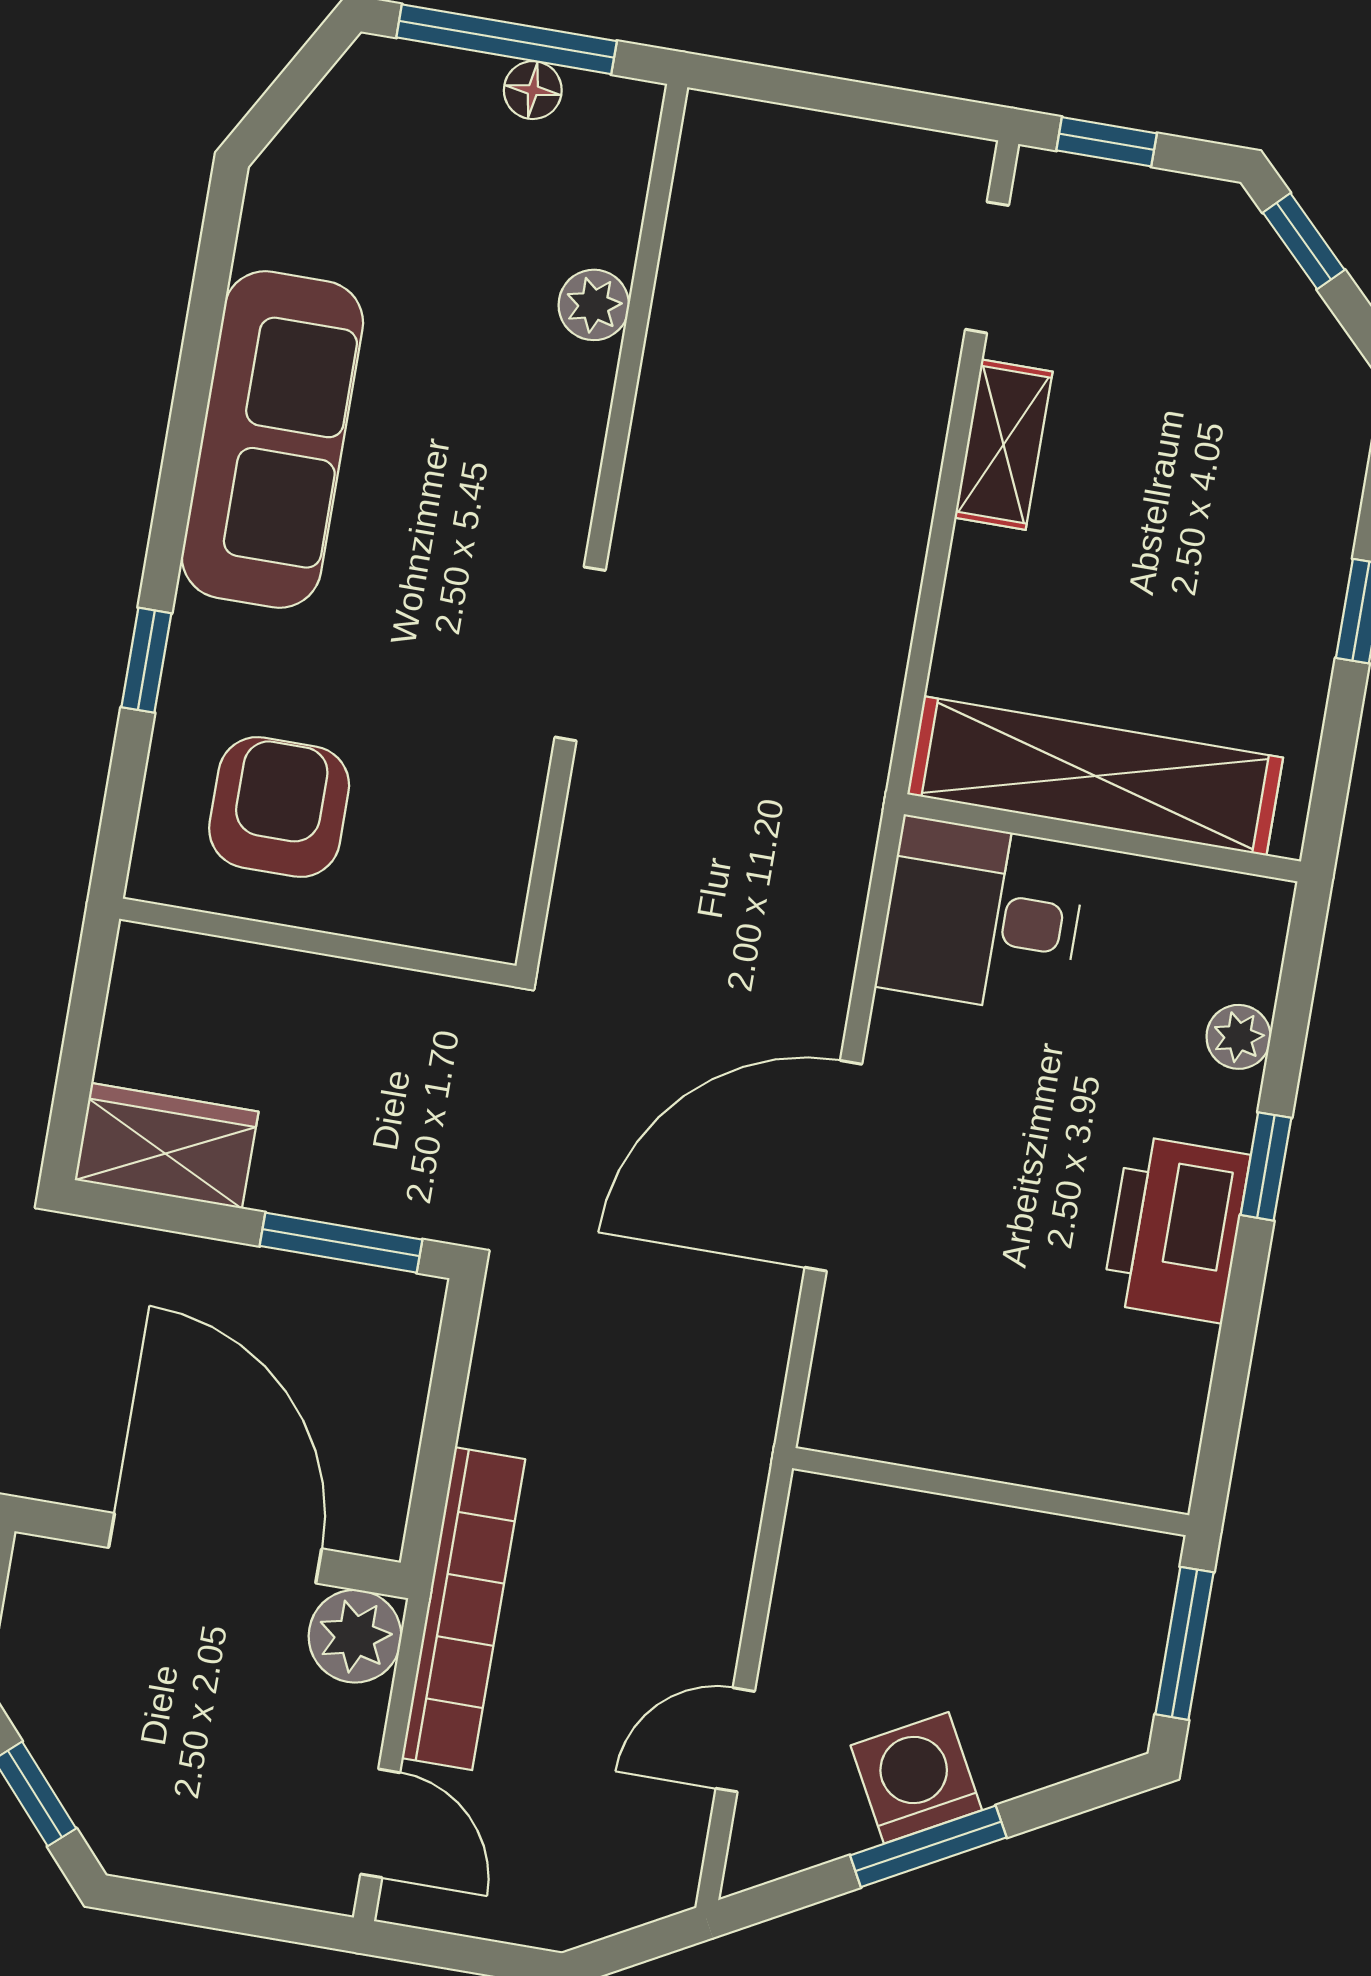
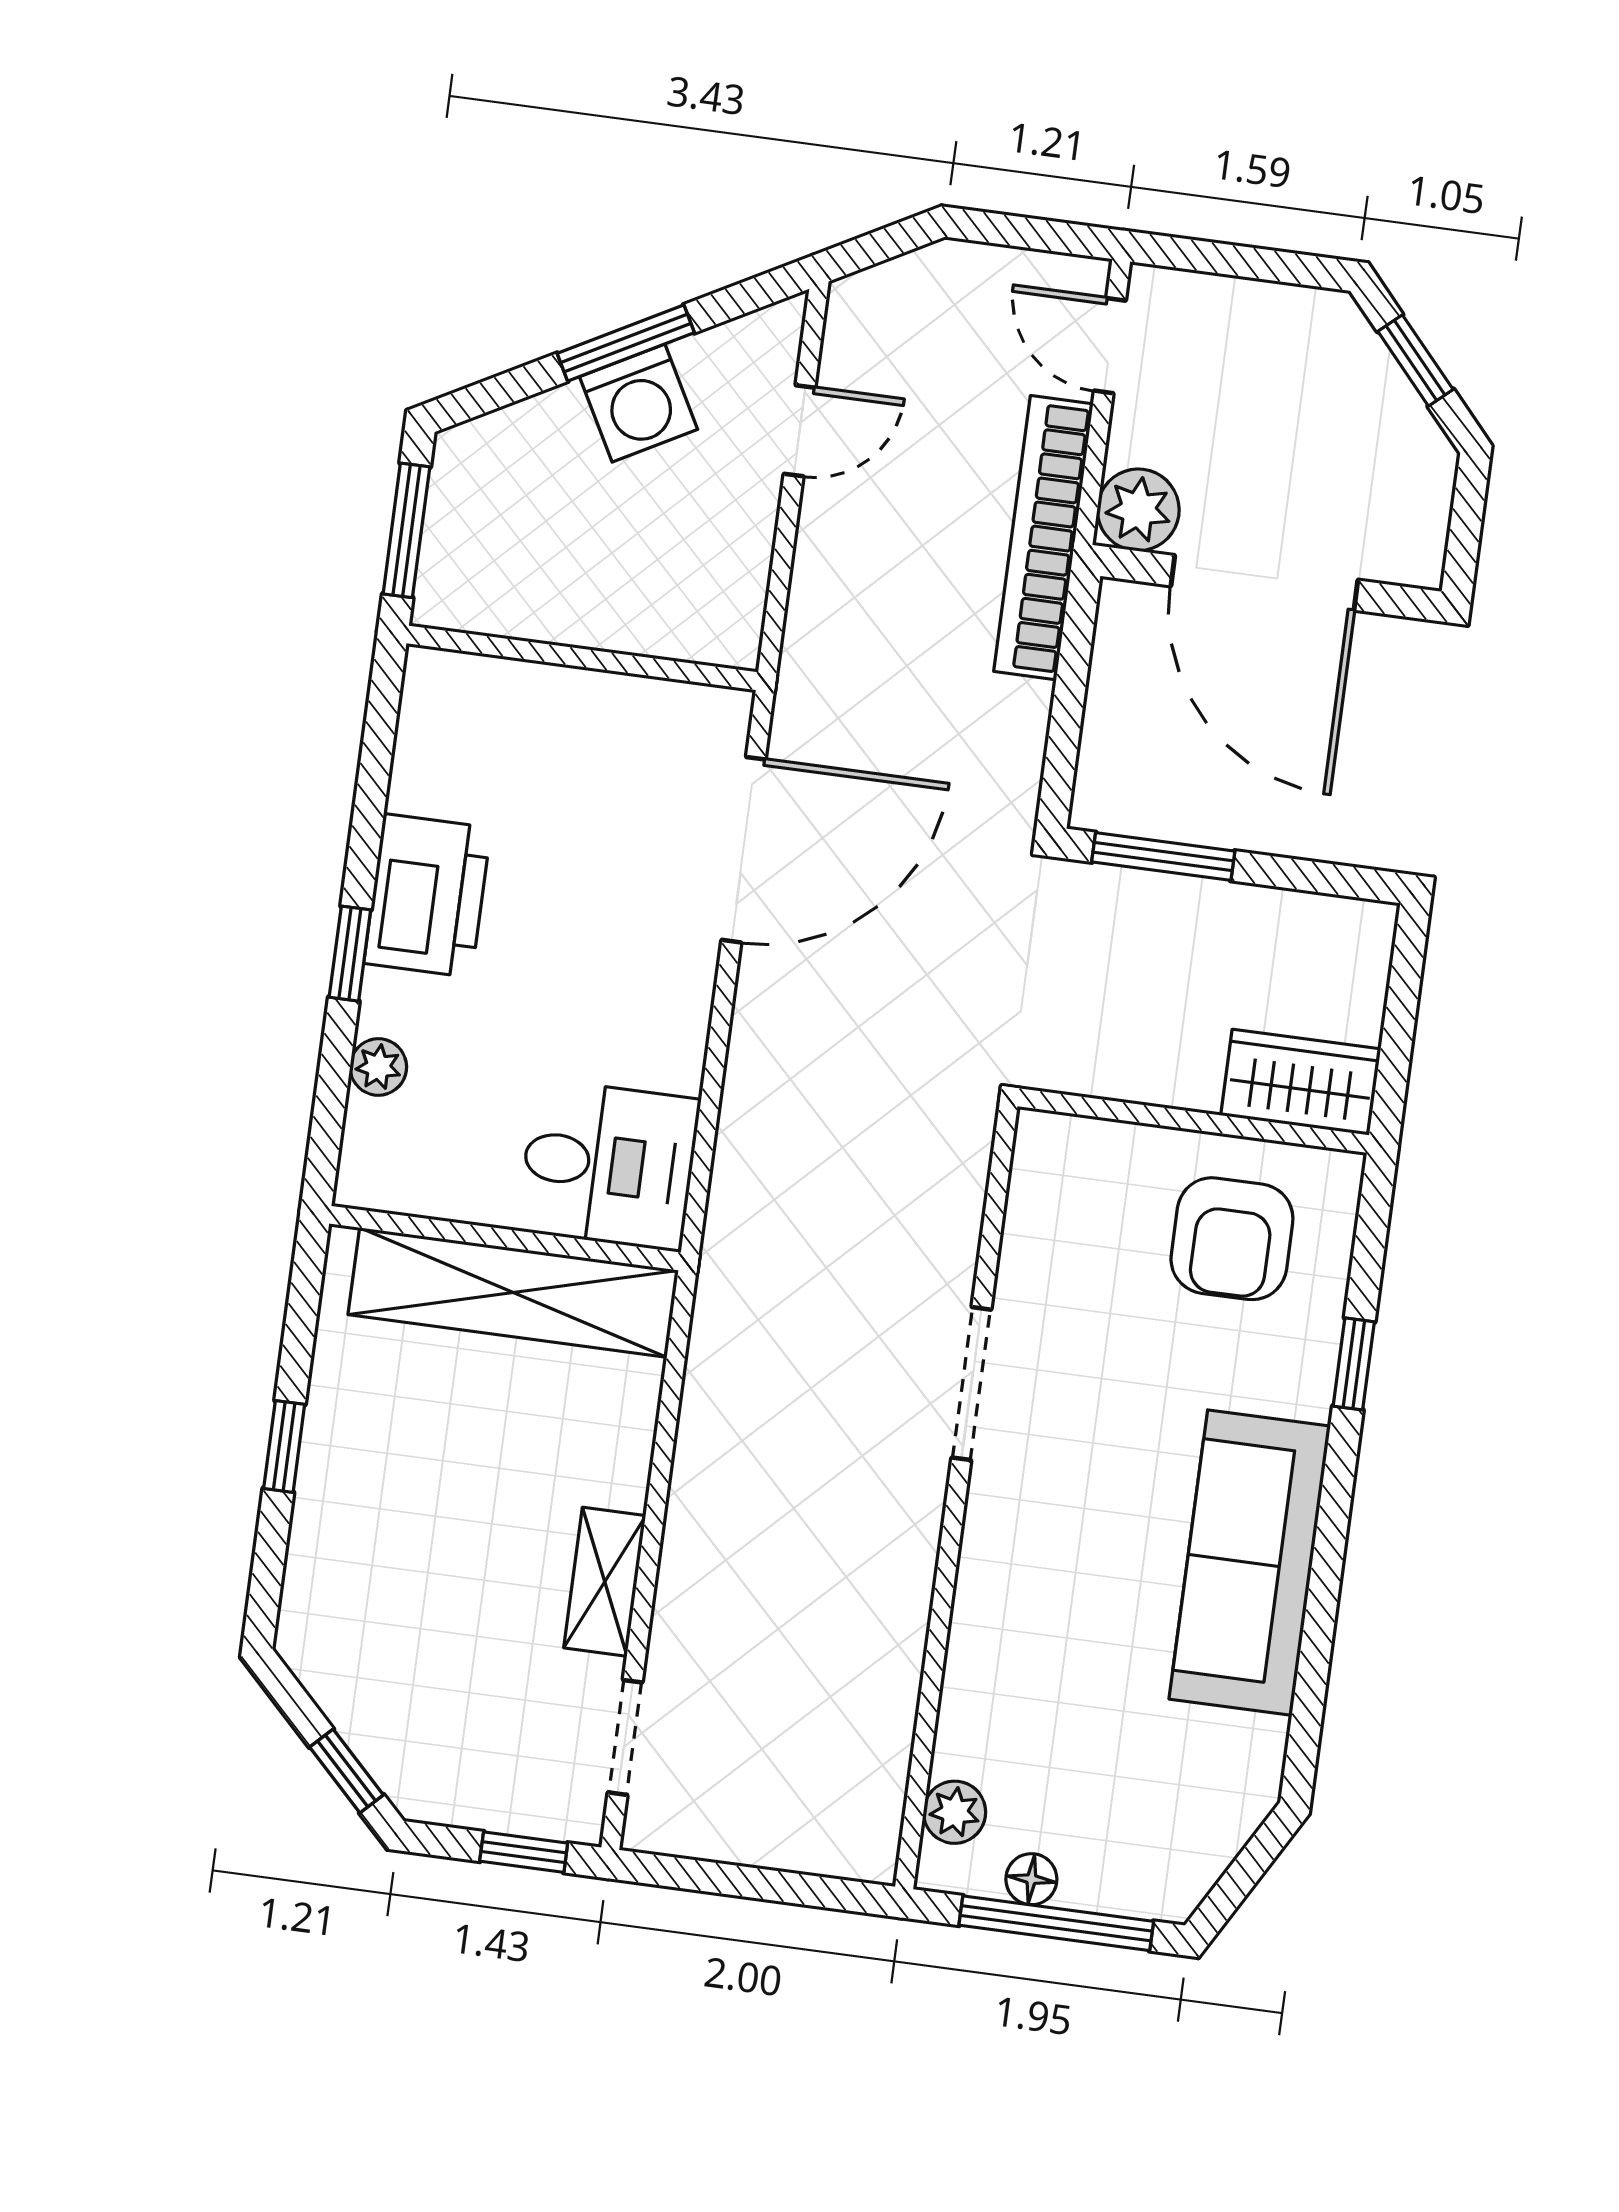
plant: (594, 305) -> (955, 1812), moved
wardrobe: (167, 1146) -> (1301, 1082), moved, turned 180
door: (833, 1166) -> (744, 850), moved

